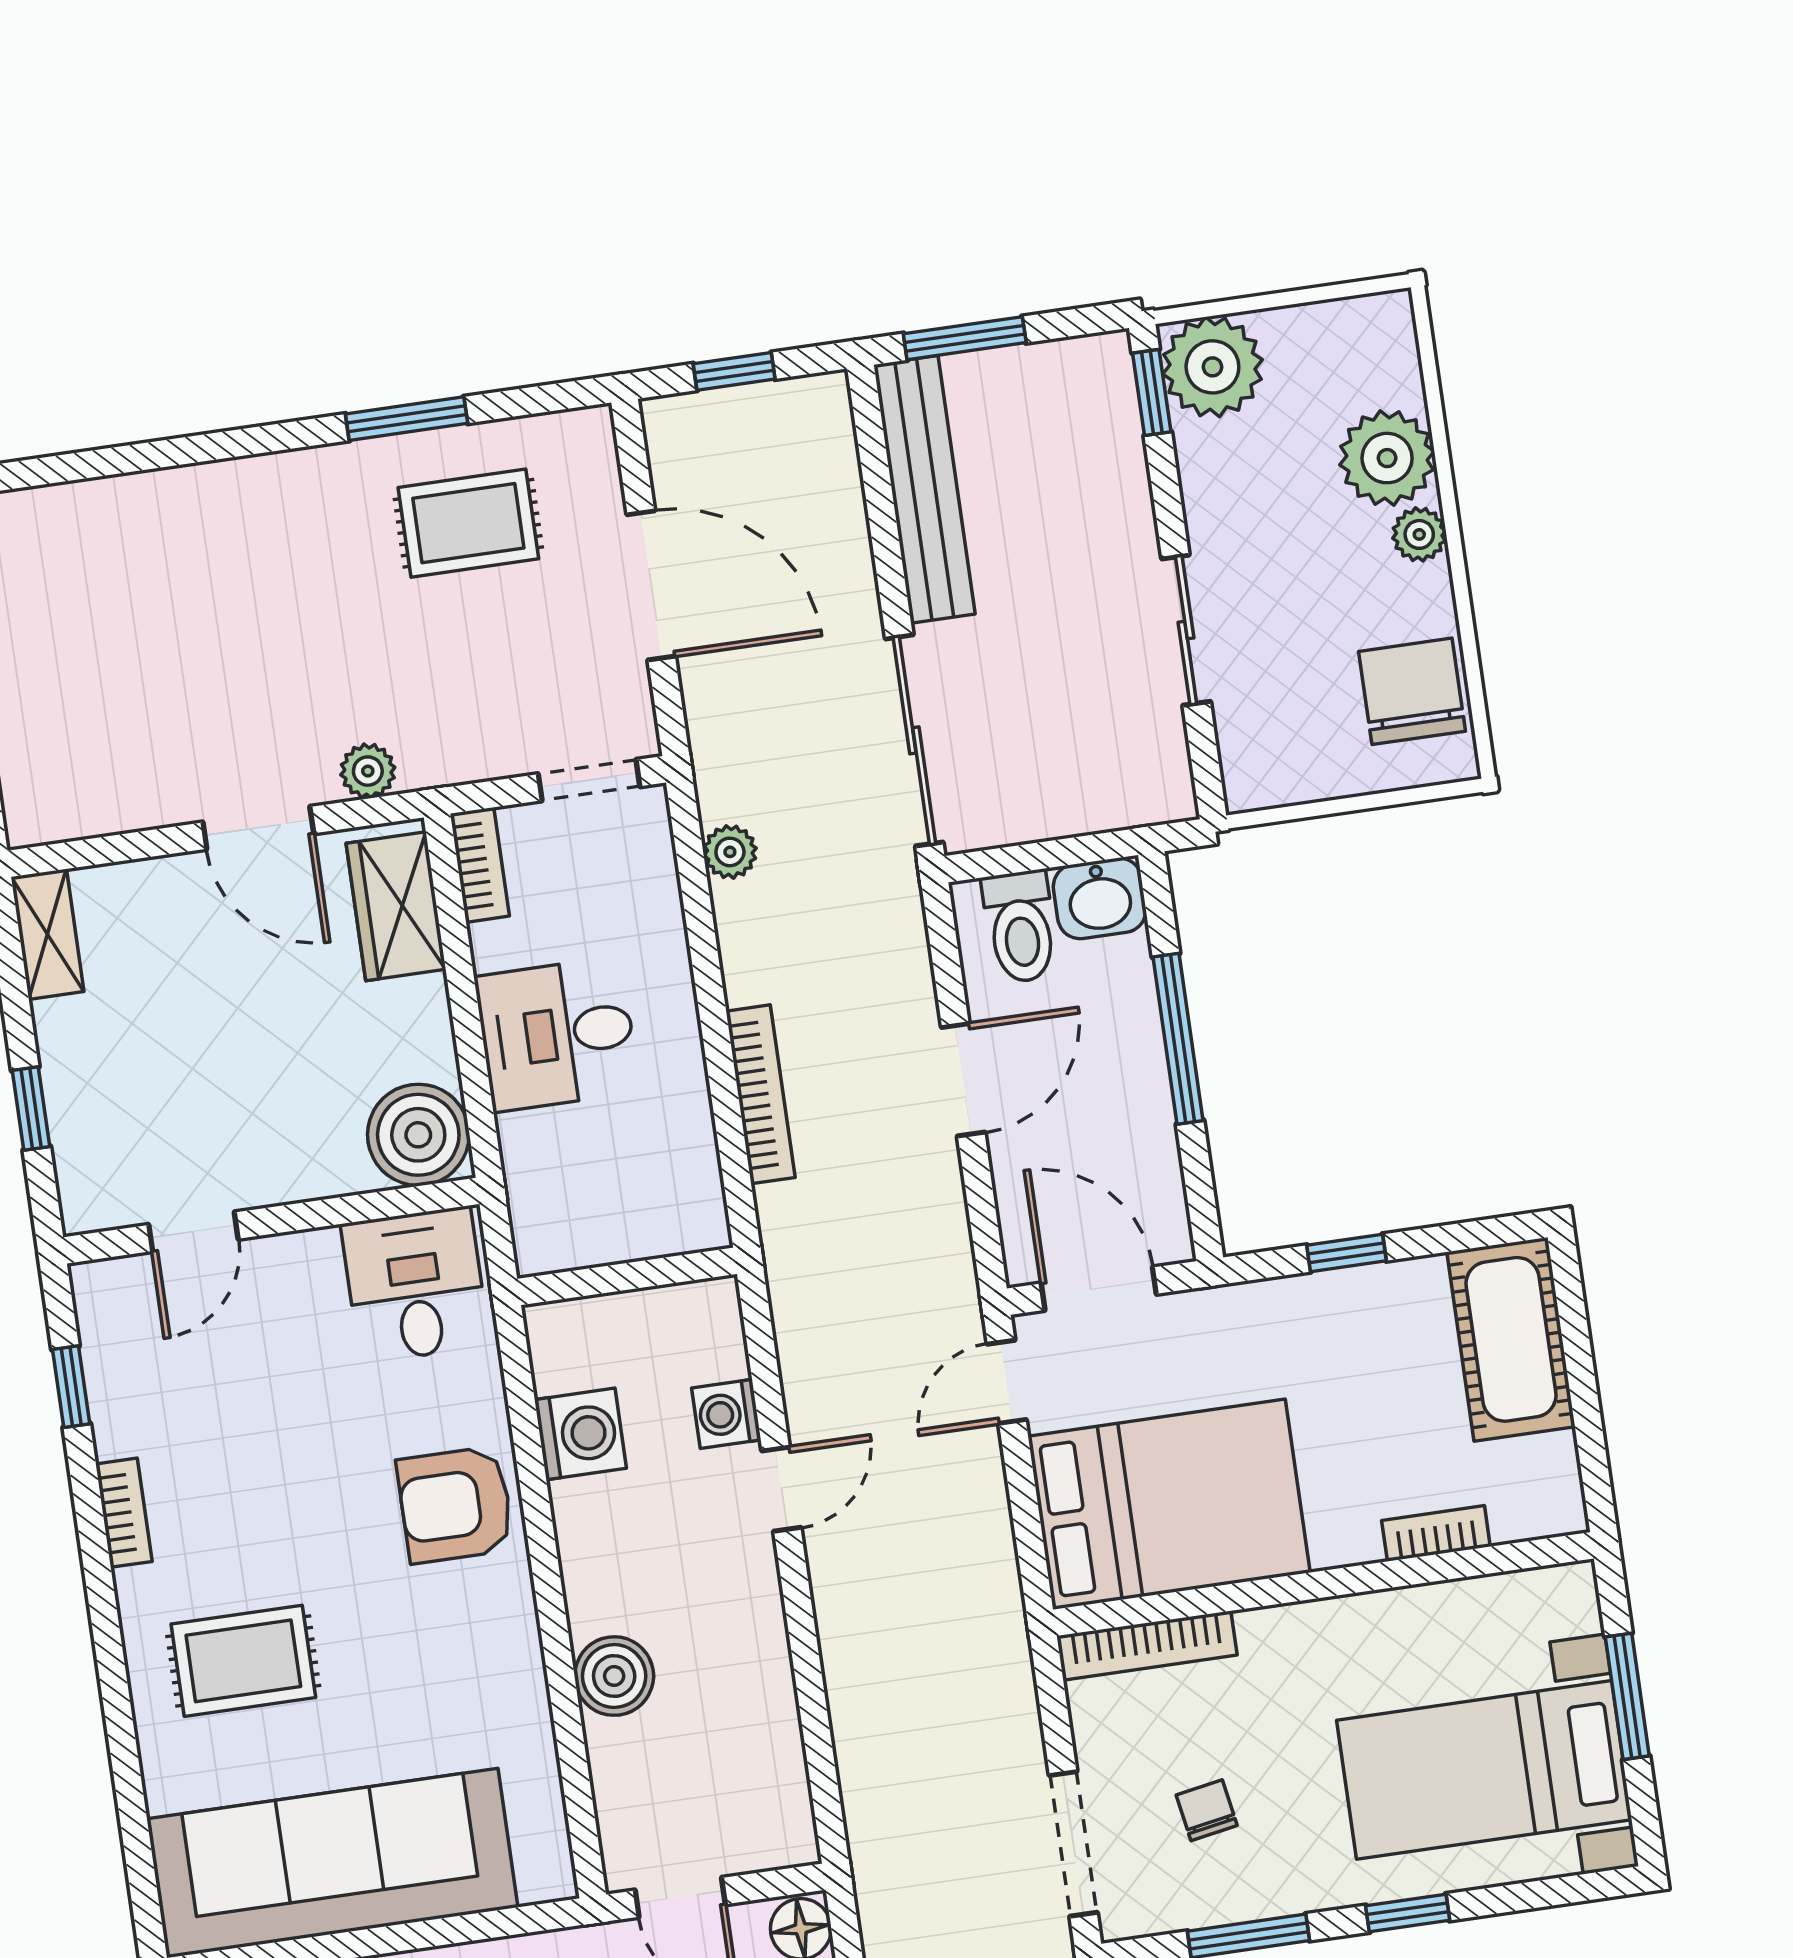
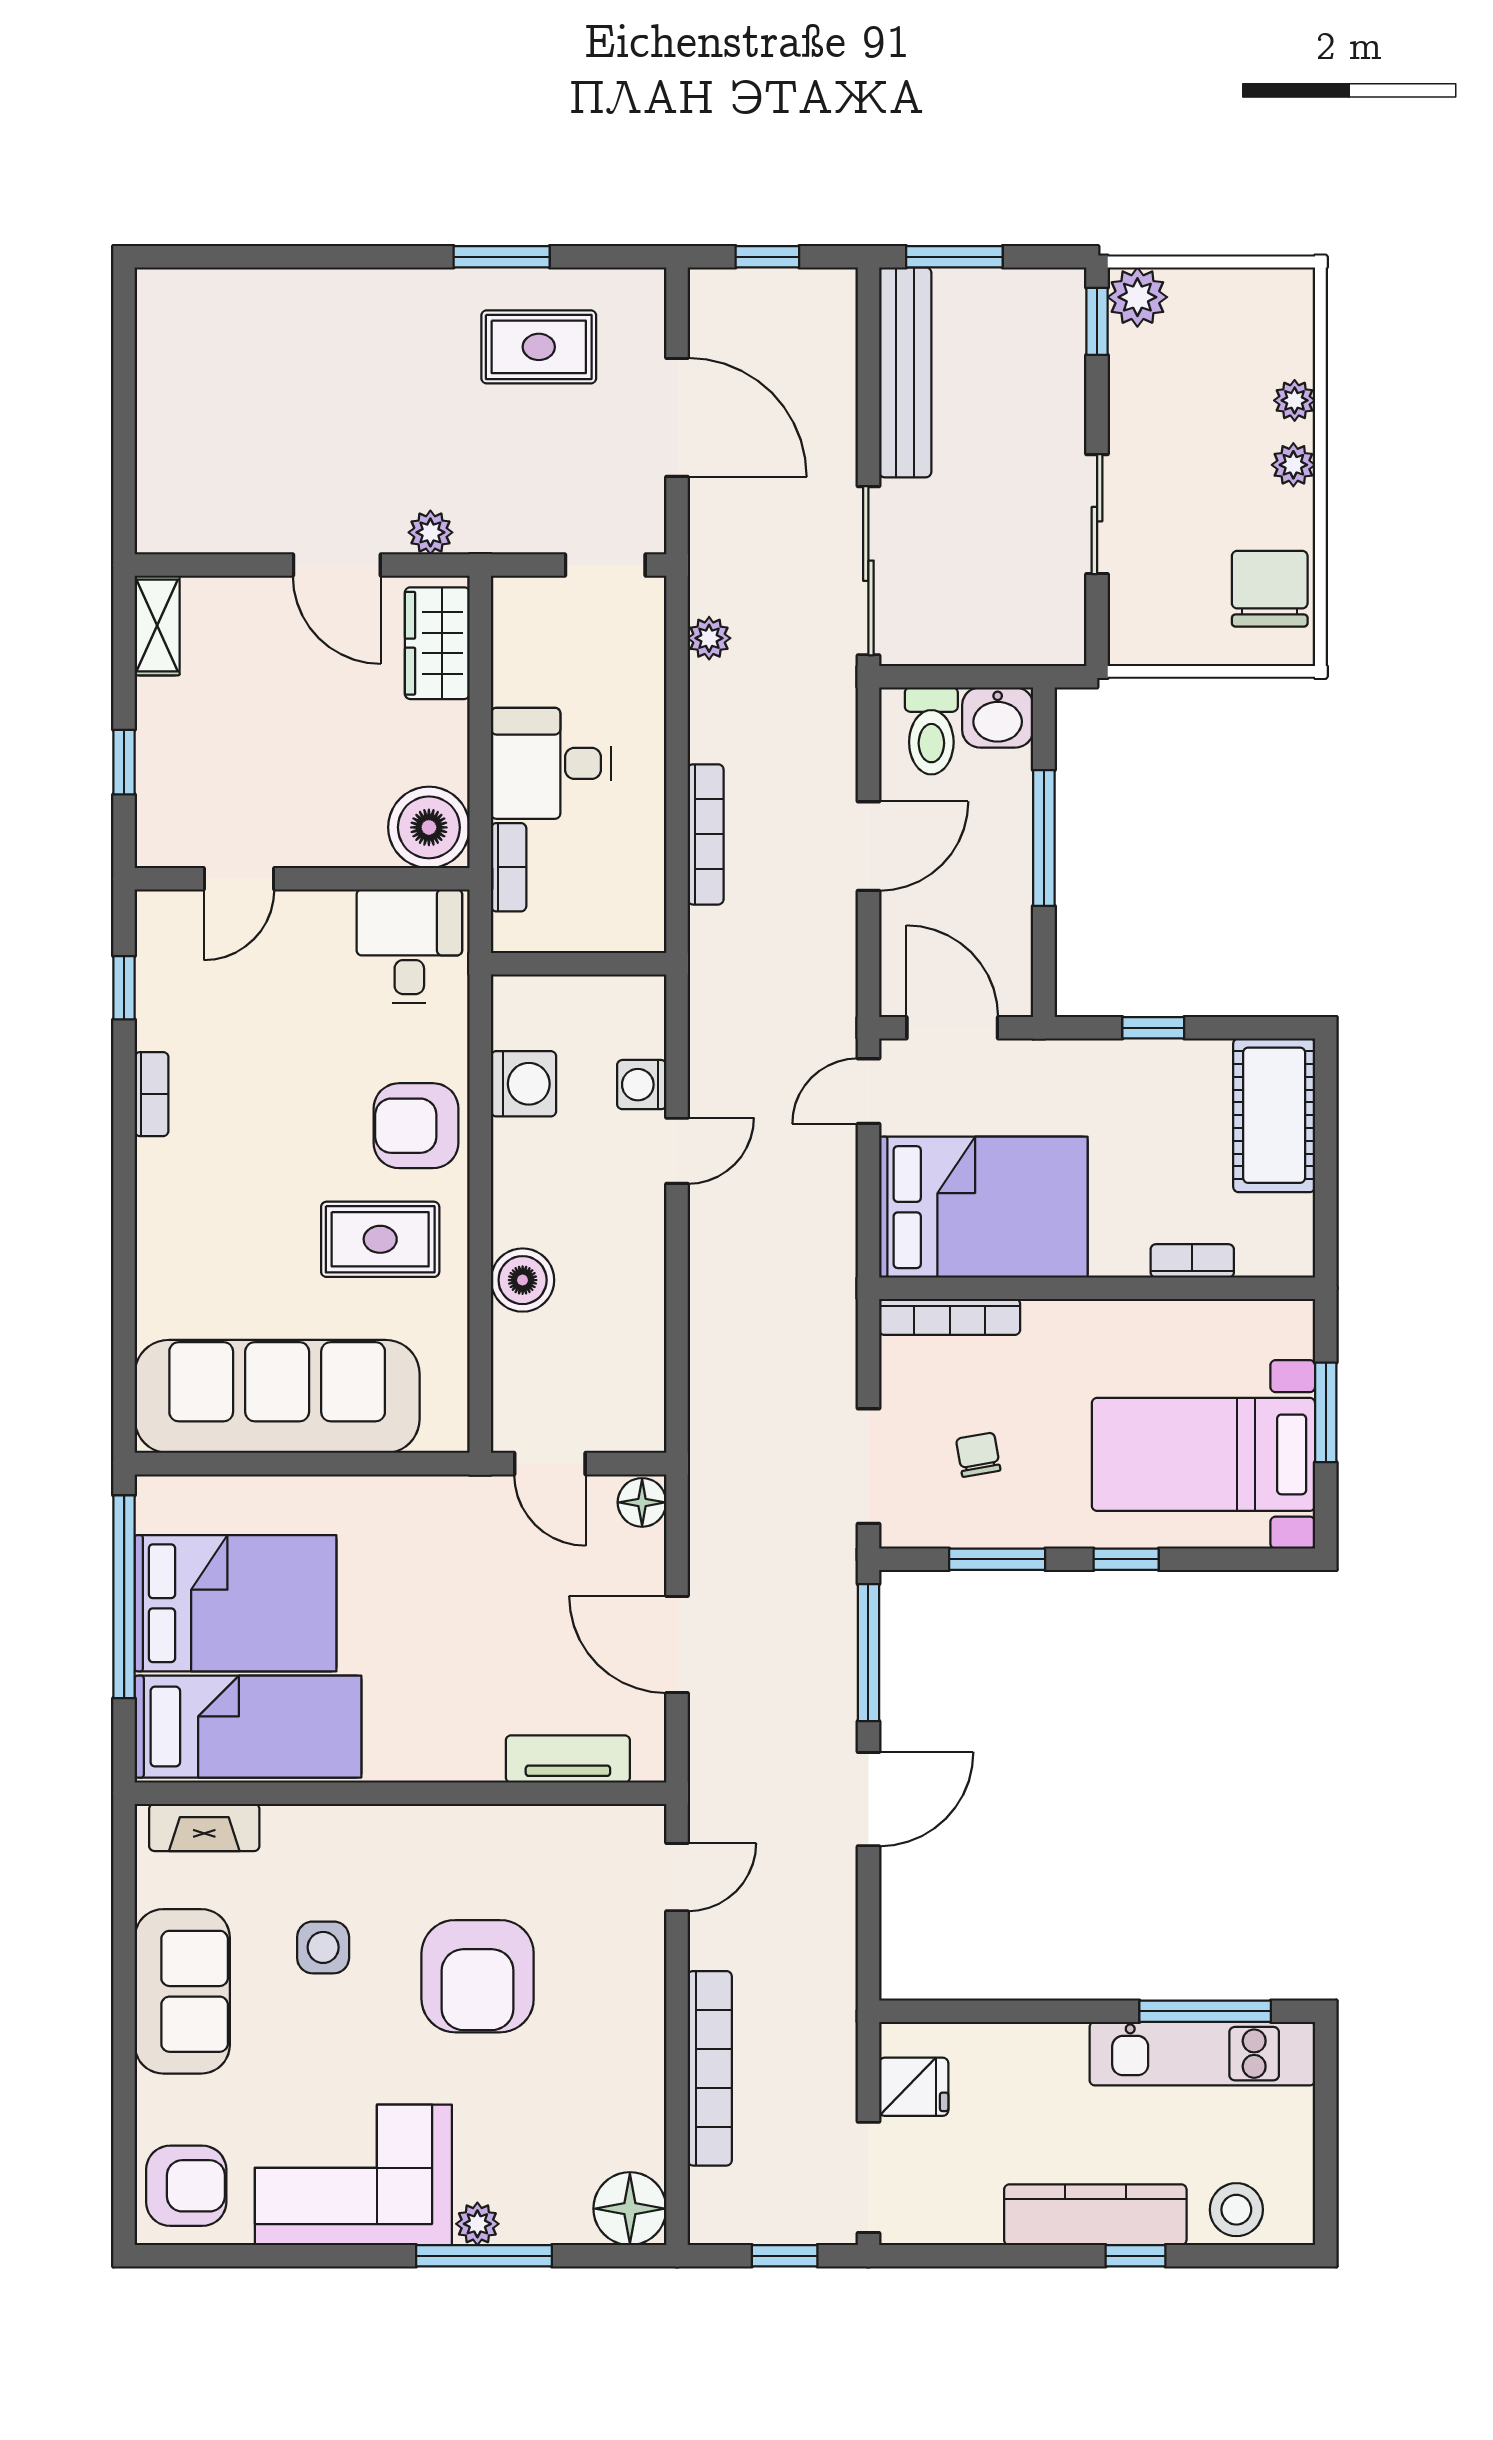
plant: (1212, 367) -> (1137, 297), width x0.73, depth x0.73
plant: (1387, 458) -> (1295, 400), width x0.53, depth x0.53
bookcase: (480, 865) -> (509, 867), moved
rug: (243, 1661) -> (380, 1239), moved

